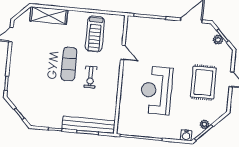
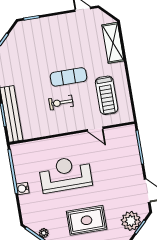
treadmill: (95, 34) -> (107, 95), turned -90
plant: (218, 40) -> (131, 221), width x1.88, depth x1.88
door: (123, 52) -> (95, 129), hinge flipped
water cooler: (186, 135) -> (23, 189), moved

